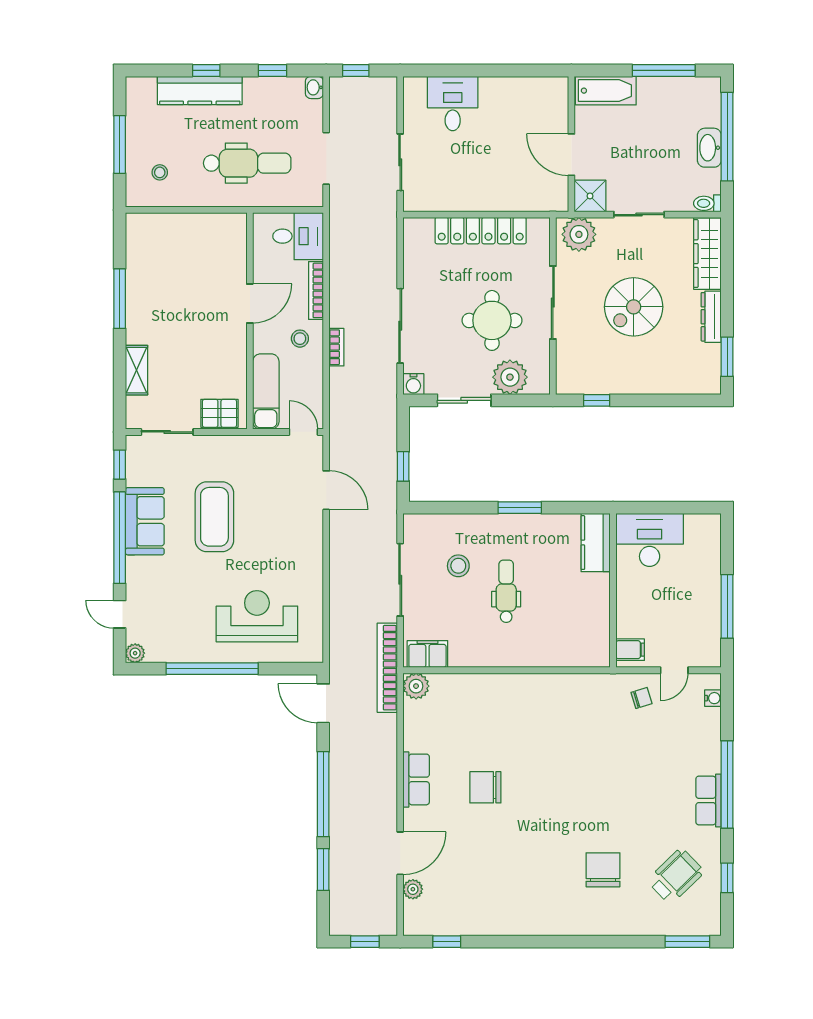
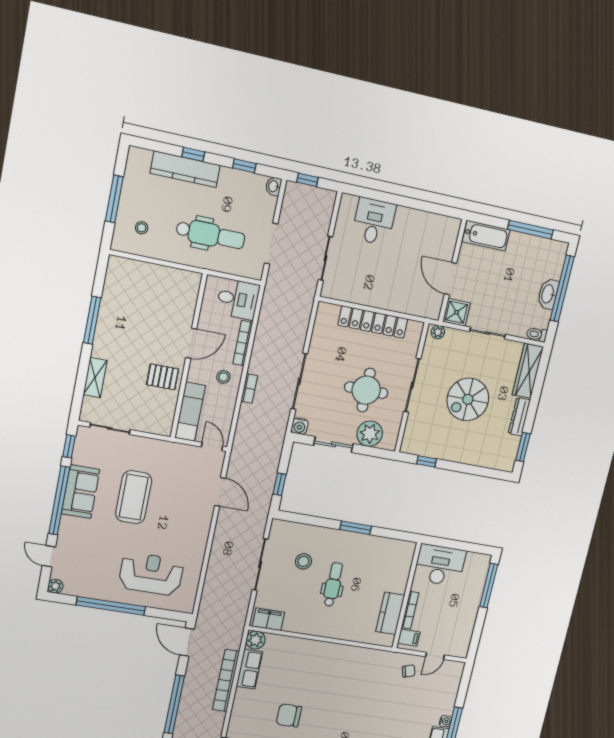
plant: (579, 234) -> (438, 332), width x0.53, depth x0.53
pallet: (219, 413) -> (163, 377), moved
kitchen counter: (596, 543) -> (390, 613), moved
window: (727, 606) -> (489, 585), moved
bookcase: (623, 610) -> (410, 610), added
bookcase: (387, 668) -> (226, 681), moved
water cooler: (713, 698) -> (446, 721), moved
row of seats: (416, 779) -> (249, 669), moved

